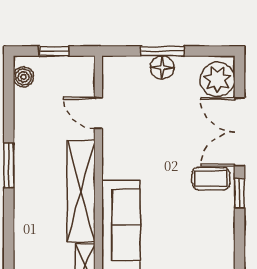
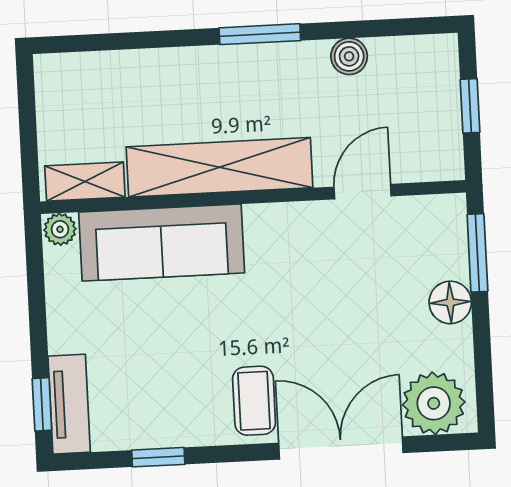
window: (163, 51) -> (477, 253), moved
boiler: (23, 77) -> (349, 56), moved
window: (239, 193) -> (158, 457), moved

